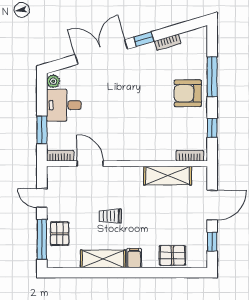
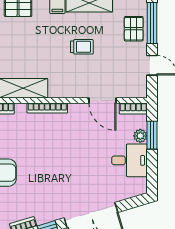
plant: (53, 81) -> (140, 136), moved
bookcase: (144, 156) -> (47, 108), added

